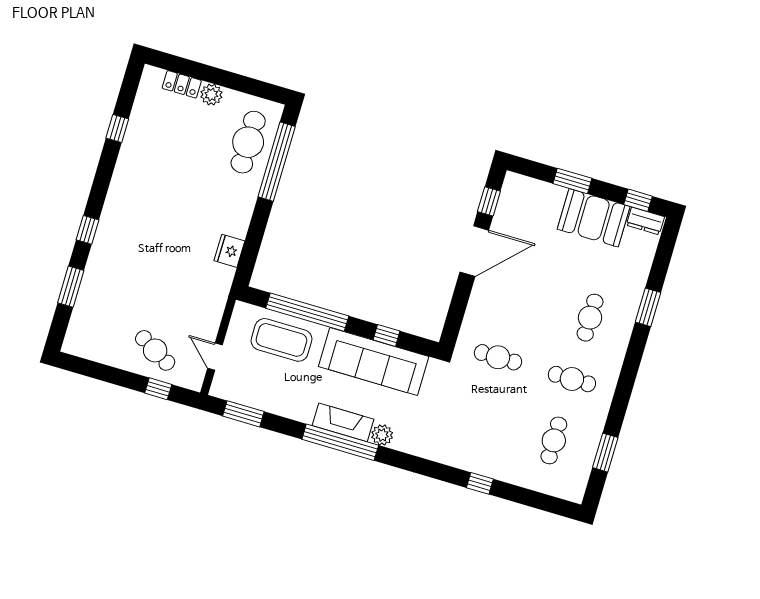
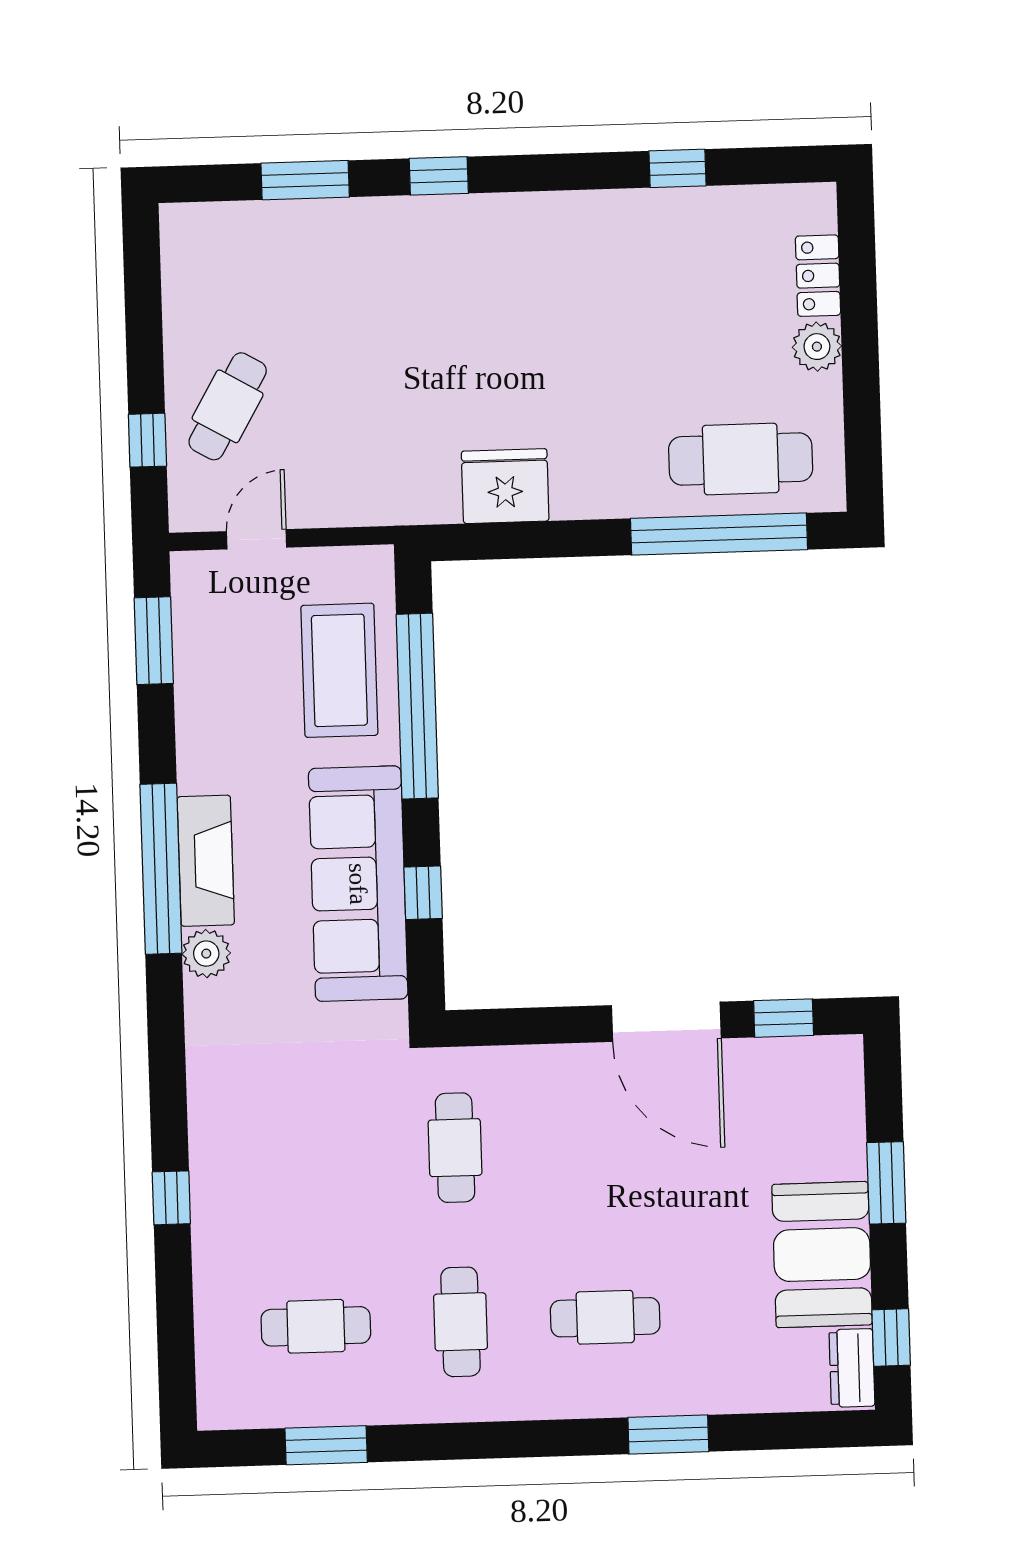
fridge: (229, 251) -> (505, 486), width x1.36, depth x1.34

